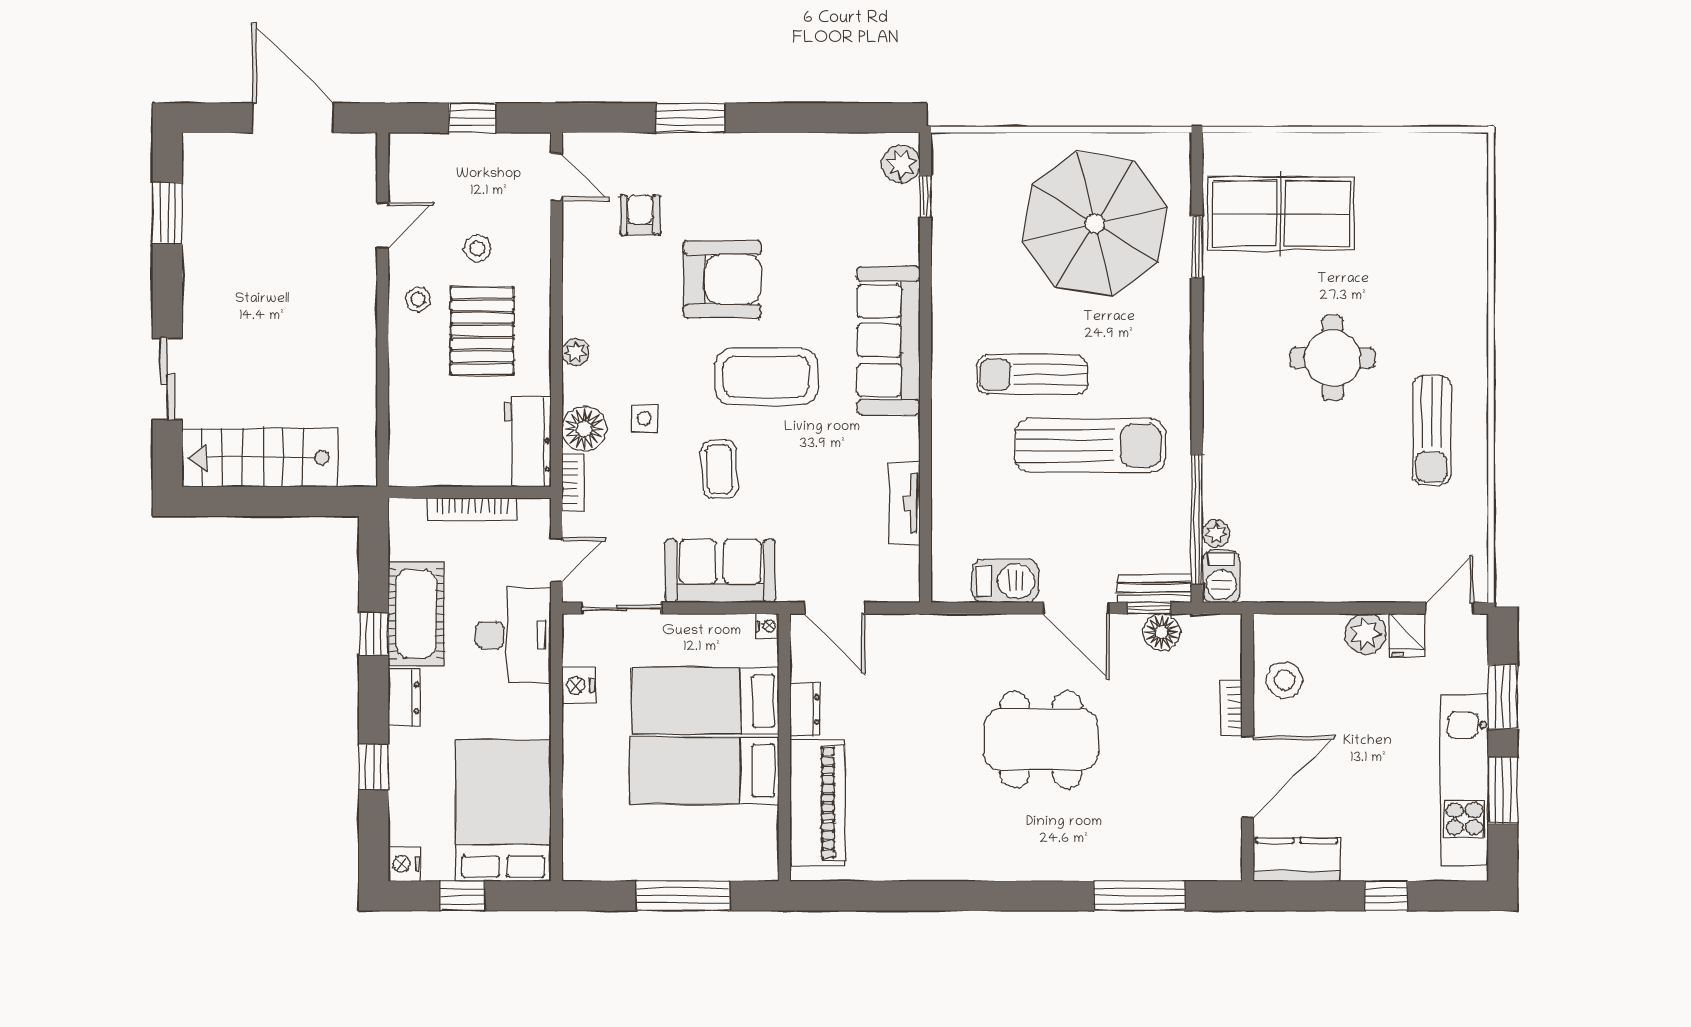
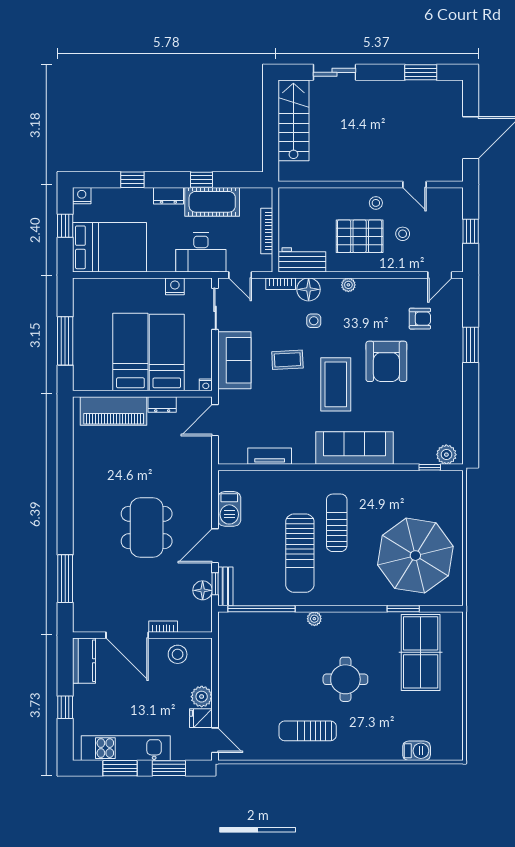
plant: (1216, 533) -> (314, 619), moved
barbecue: (1221, 576) -> (417, 751), moved, turned 180

